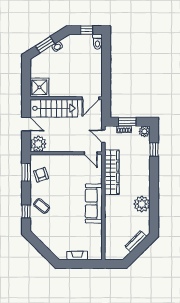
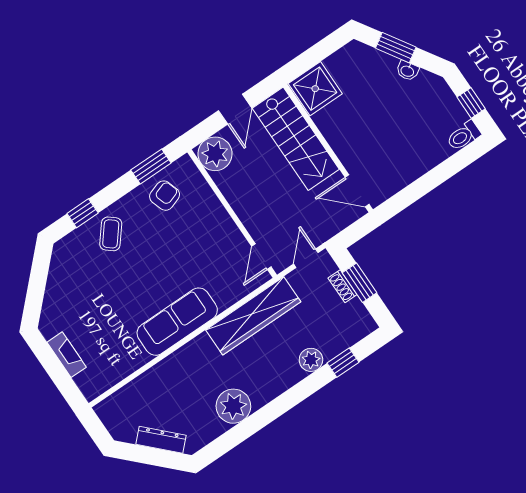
plant: (144, 131) -> (311, 360), moved

